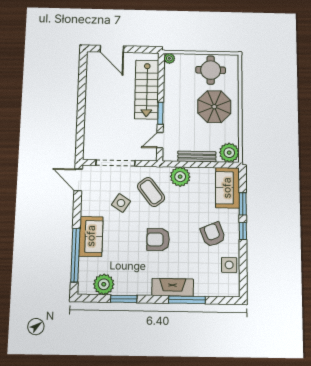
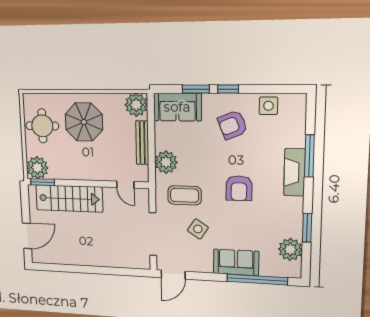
plant: (169, 58) -> (37, 168), width x1.87, depth x1.87
window: (160, 113) -> (43, 182), moved
coffee table: (151, 192) -> (185, 195), turned 38

